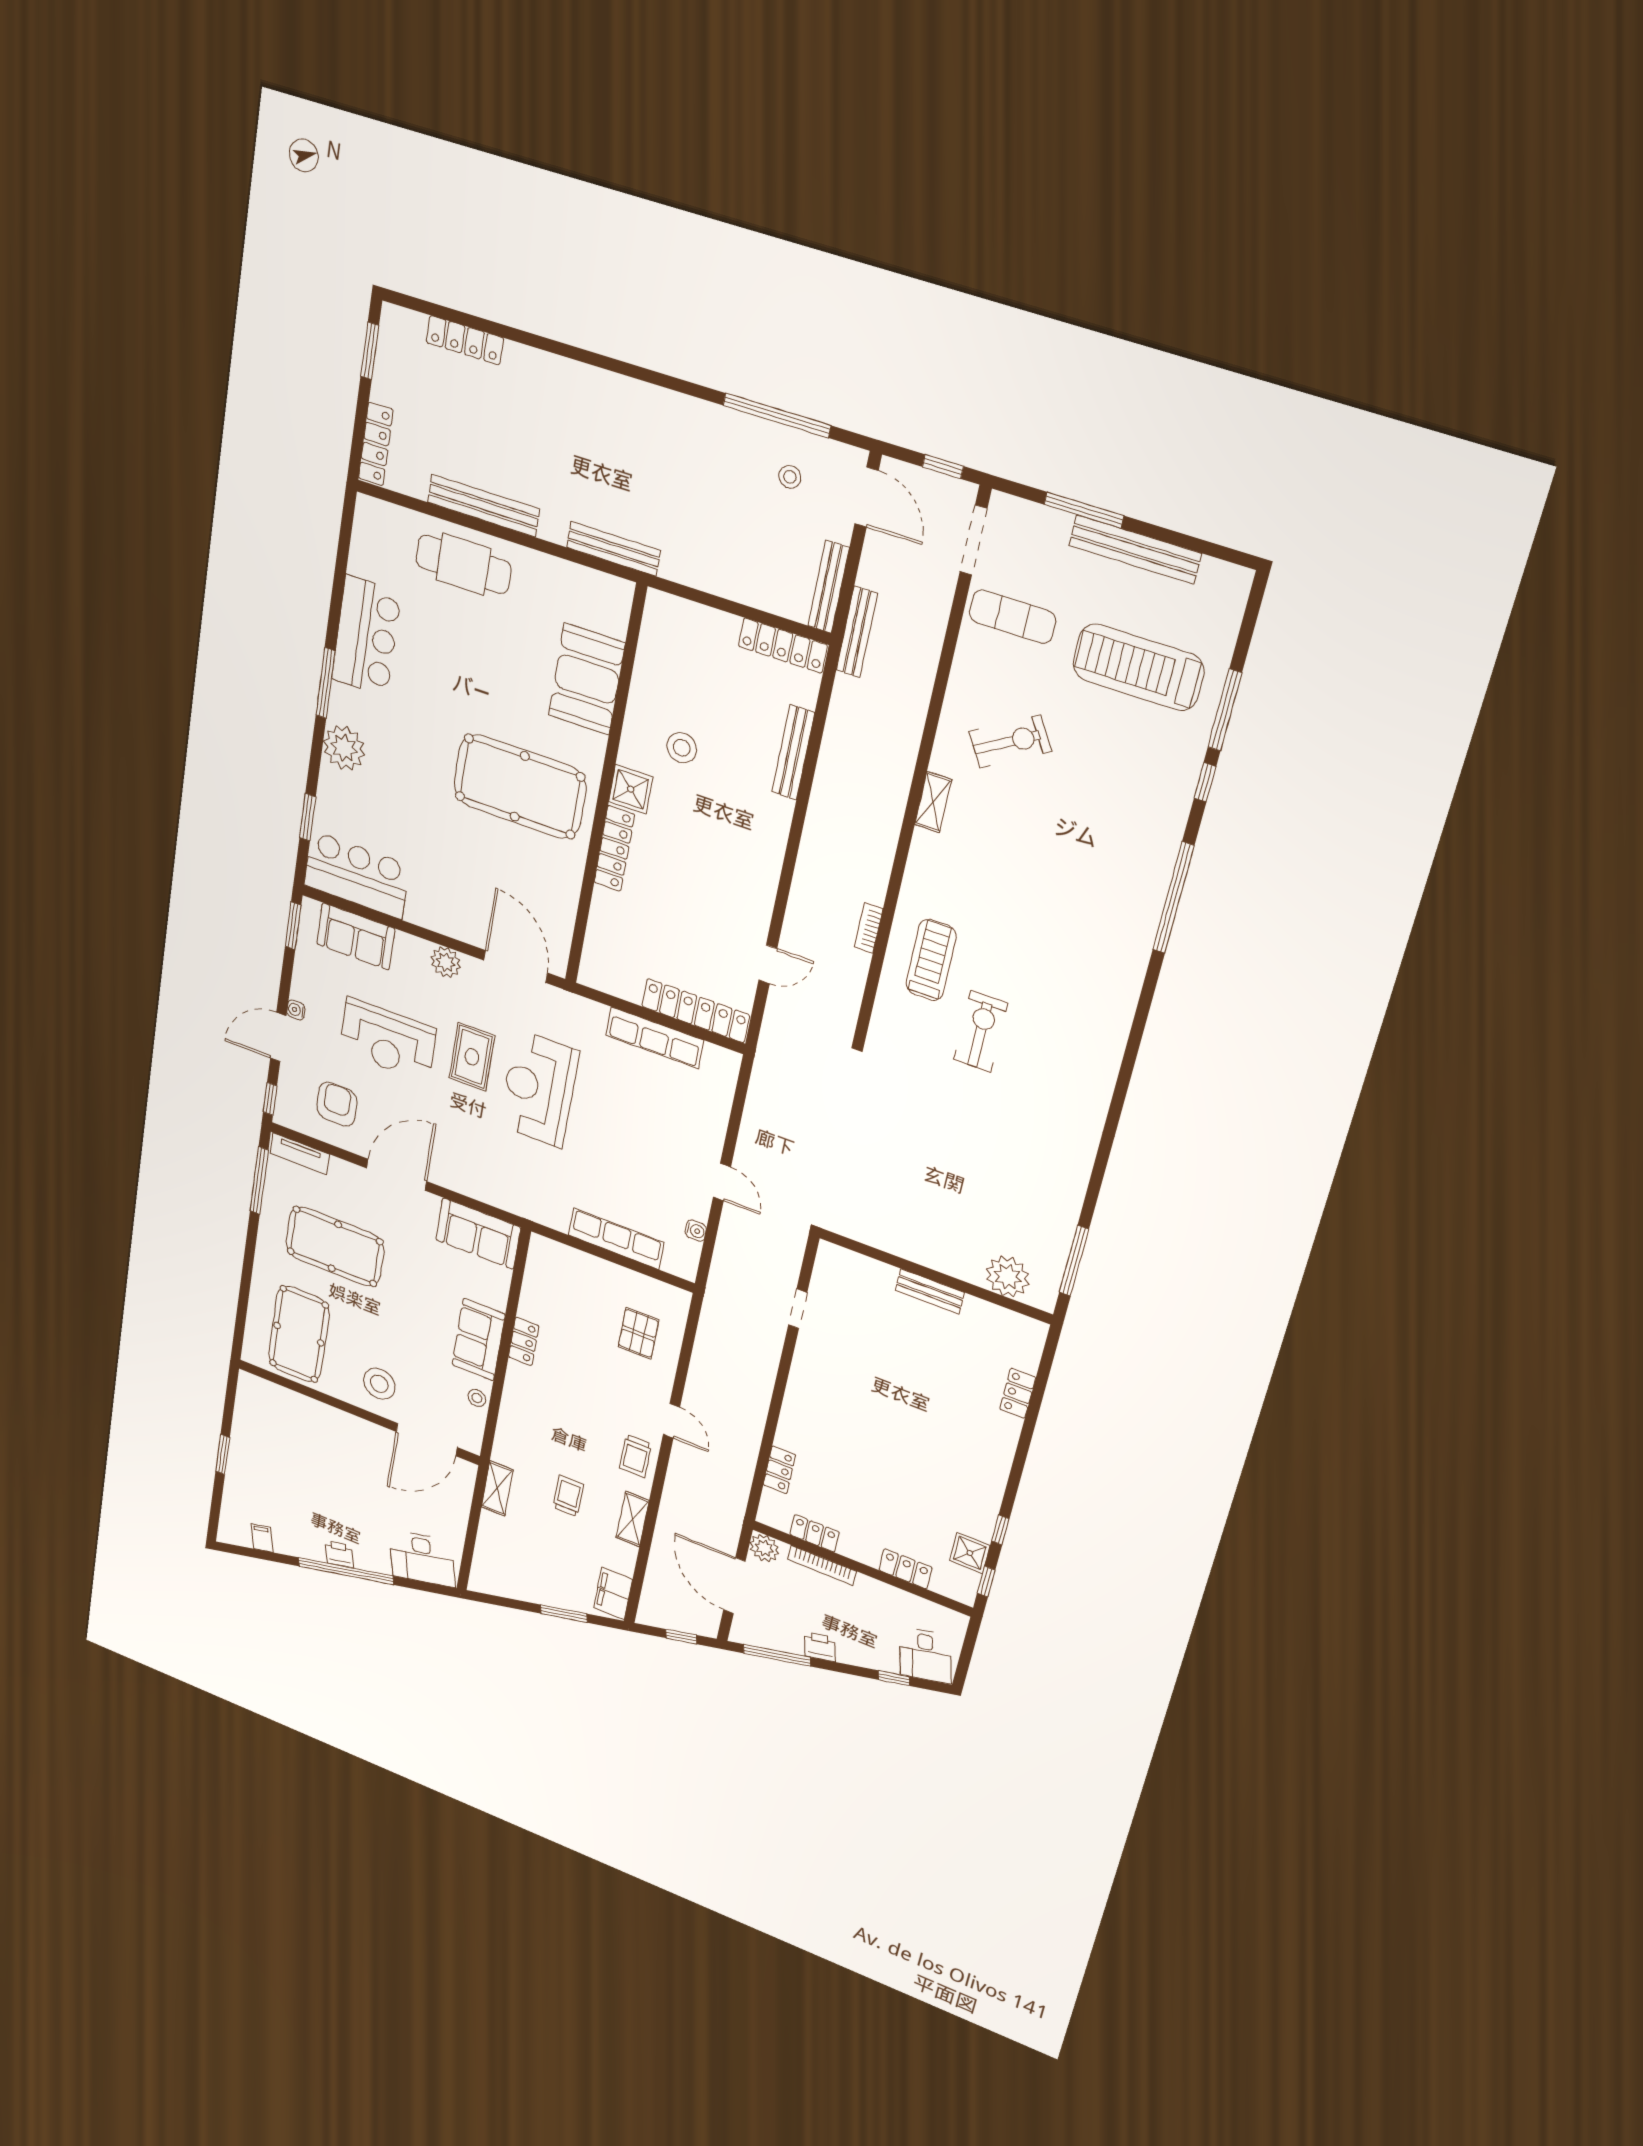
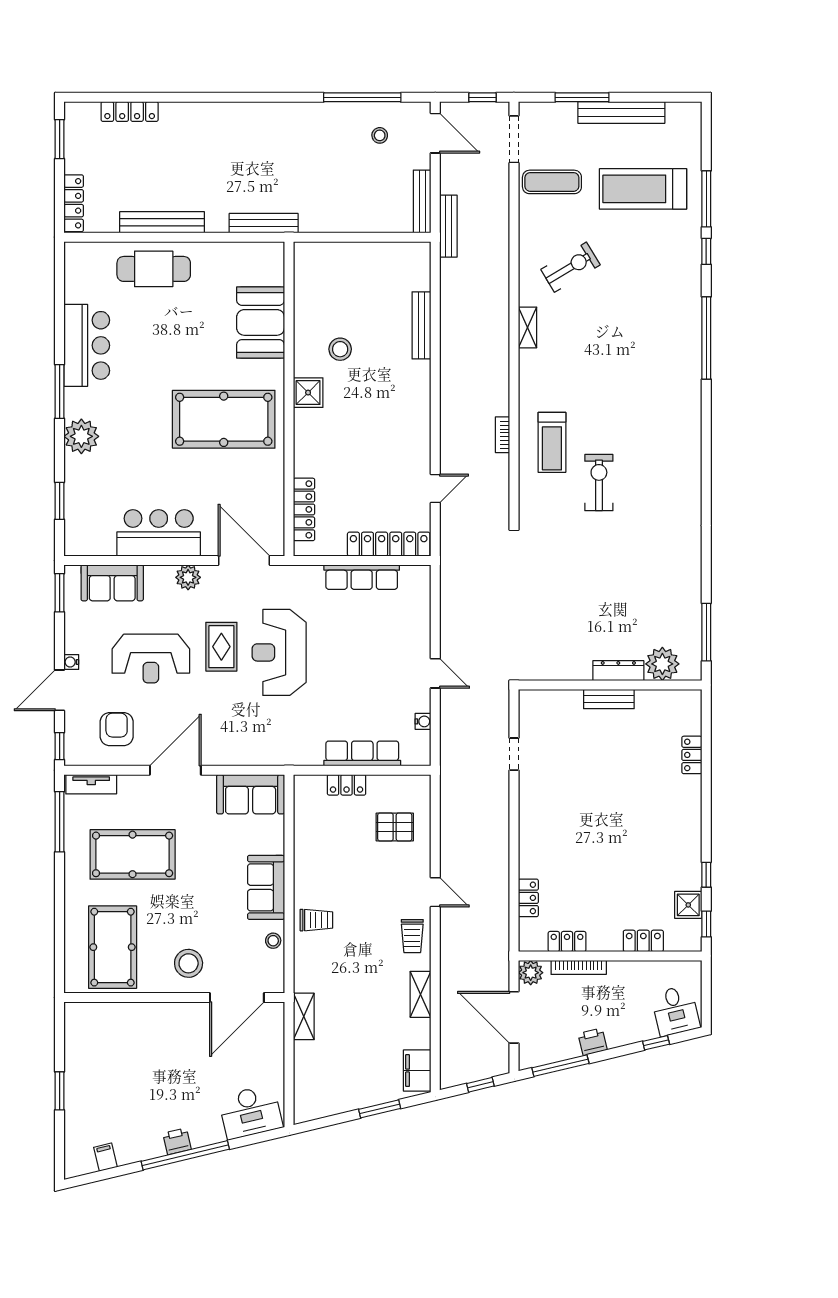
locker: (783, 646) -> (398, 252), removed
locker: (614, 848) -> (304, 509), moved
bar counter: (357, 875) -> (159, 533), moved
treadmill: (931, 960) -> (552, 442), turned 180
dresser: (950, 1264) -> (618, 671), added
pallet: (638, 1333) -> (395, 827), turned 90
locker: (524, 1341) -> (347, 785), moved, turned 90
trolley: (568, 1496) -> (316, 920), moved, turned 90

